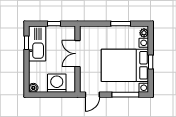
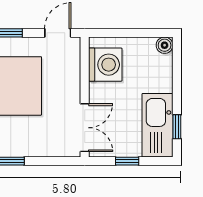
double door: (77, 54) -> (85, 128), moved
washing machine: (57, 83) -> (105, 65), moved, turned -90

